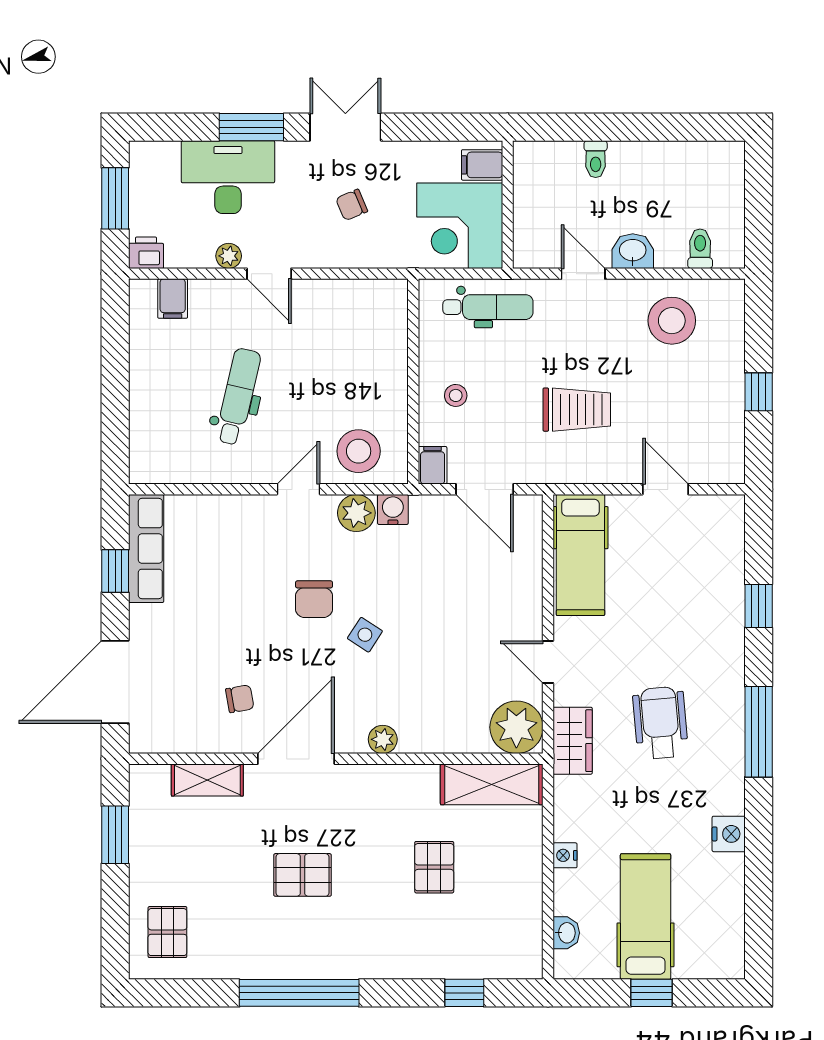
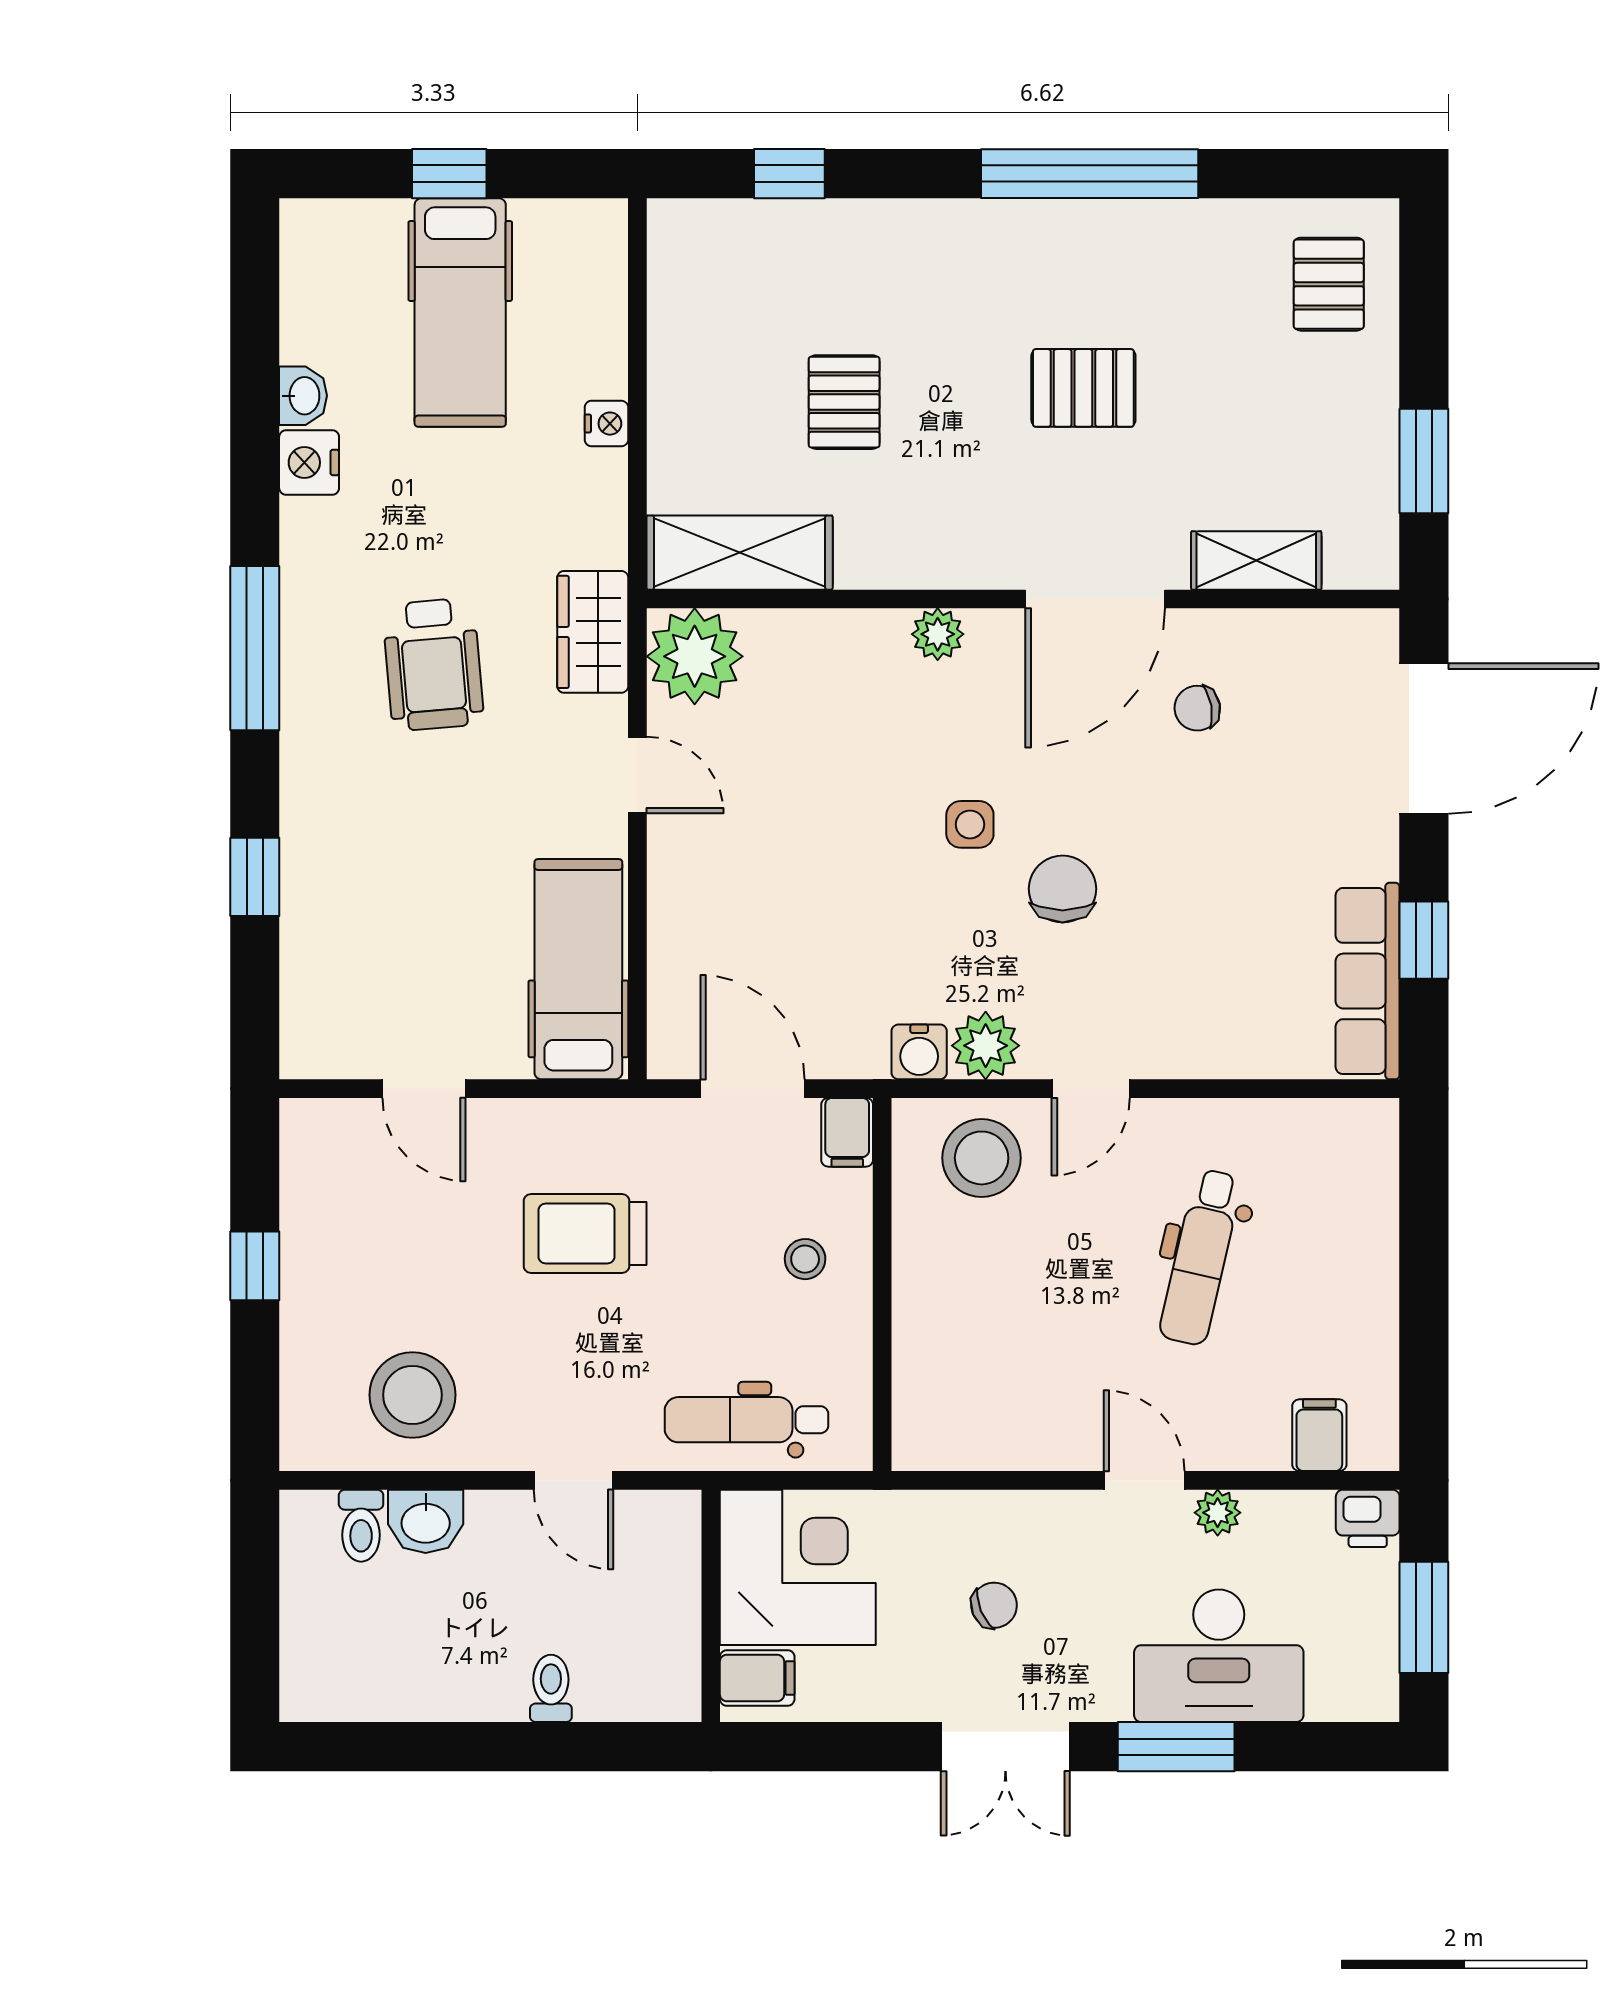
washbasin: (633, 251) -> (426, 1521), moved
side table: (365, 635) -> (970, 824), turned -33
washbasin: (566, 933) -> (303, 396), moved, turned 180

